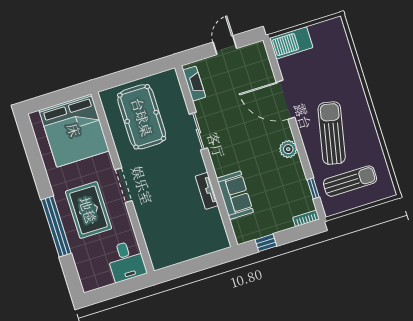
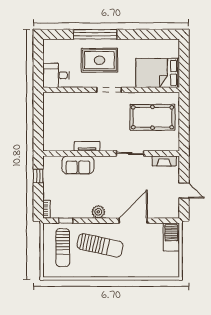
bed: (74, 130) -> (158, 73), width x0.73

